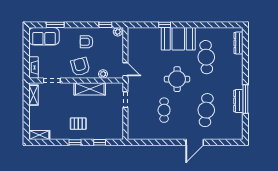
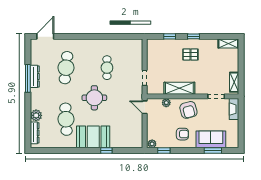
sofa: (44, 36) -> (211, 139), moved
plant: (237, 61) -> (36, 115), added
door: (195, 142) -> (45, 36), moved

